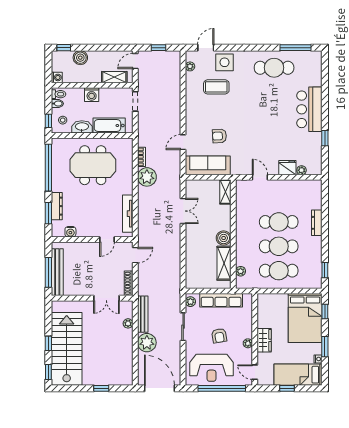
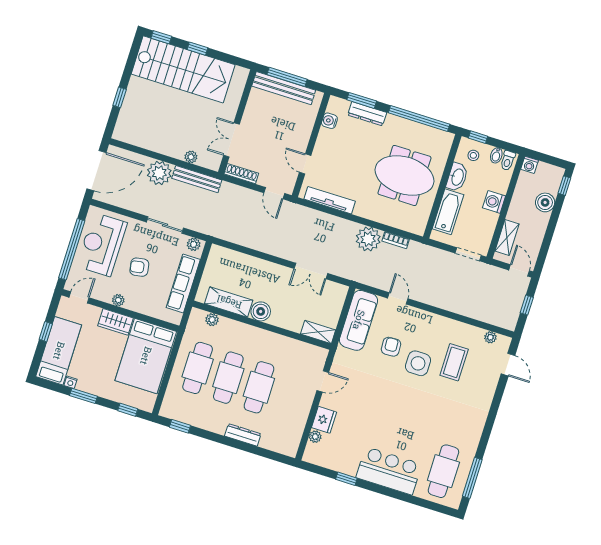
side table: (225, 62) -> (418, 363), moved
cafe table: (274, 68) -> (443, 471), moved
meeting table: (93, 165) -> (404, 175), turned 90
bed: (305, 318) -> (146, 356), moved, turned -90

